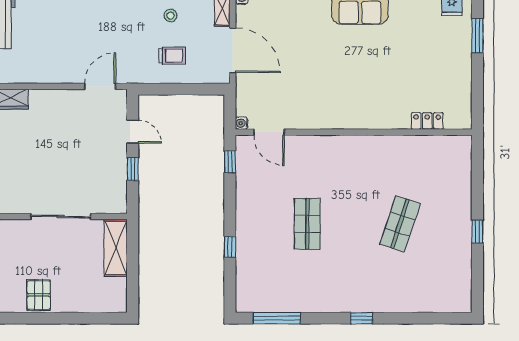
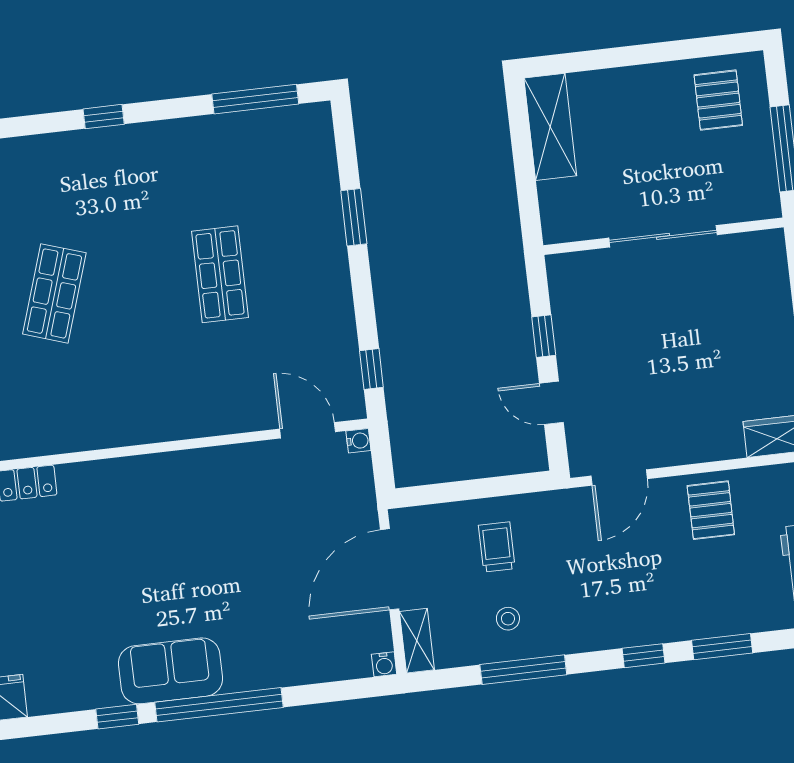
door: (233, 50) -> (390, 569), hinge flipped
trolley: (172, 56) -> (497, 547), turned 90
pallet: (52, 62) -> (711, 510), added
window: (230, 247) -> (354, 217), width x1.50
shelving: (116, 248) -> (550, 127), moved
pallet: (39, 295) -> (718, 100), moved

